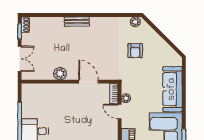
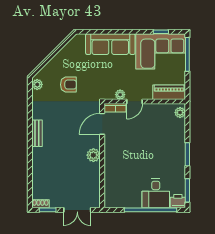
bench: (77, 22) -> (37, 133), moved
double door: (20, 59) -> (77, 210), swing flipped
plant: (60, 74) -> (93, 155), moved
door: (88, 82) -> (102, 124), moved

